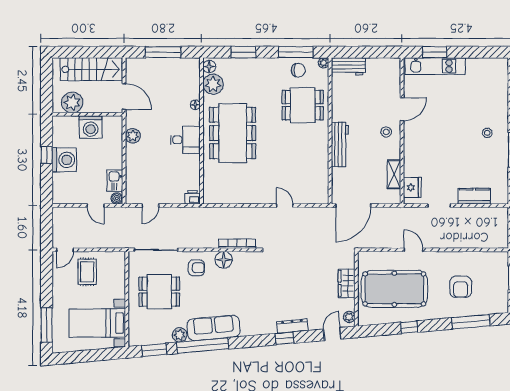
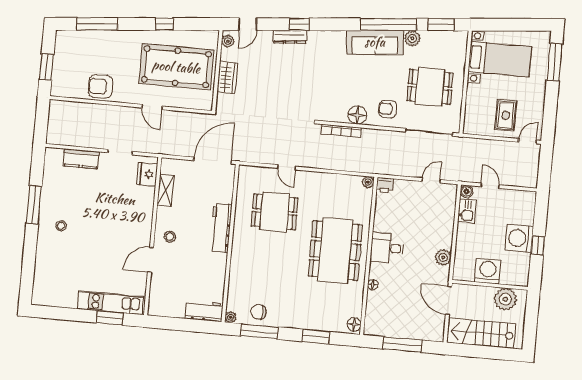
plant: (213, 84) -> (368, 182), moved, width x0.53, depth x0.53
dining table: (303, 105) -> (275, 212), moved
armchair: (461, 287) -> (101, 87), moved, turned -90

